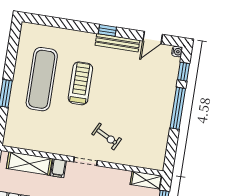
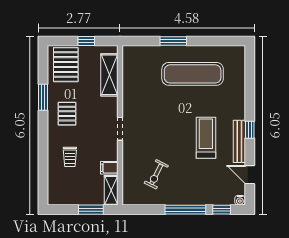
treadmill: (80, 83) -> (206, 138), moved, turned -90
exercise bike: (107, 136) -> (156, 174), moved
filing cabinet: (58, 168) -> (109, 168), moved

